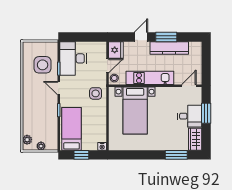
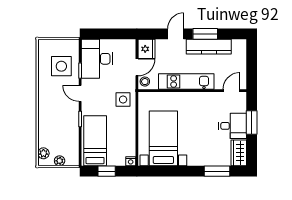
bed with nightstands: (135, 111) -> (163, 138), moved, turned 180

